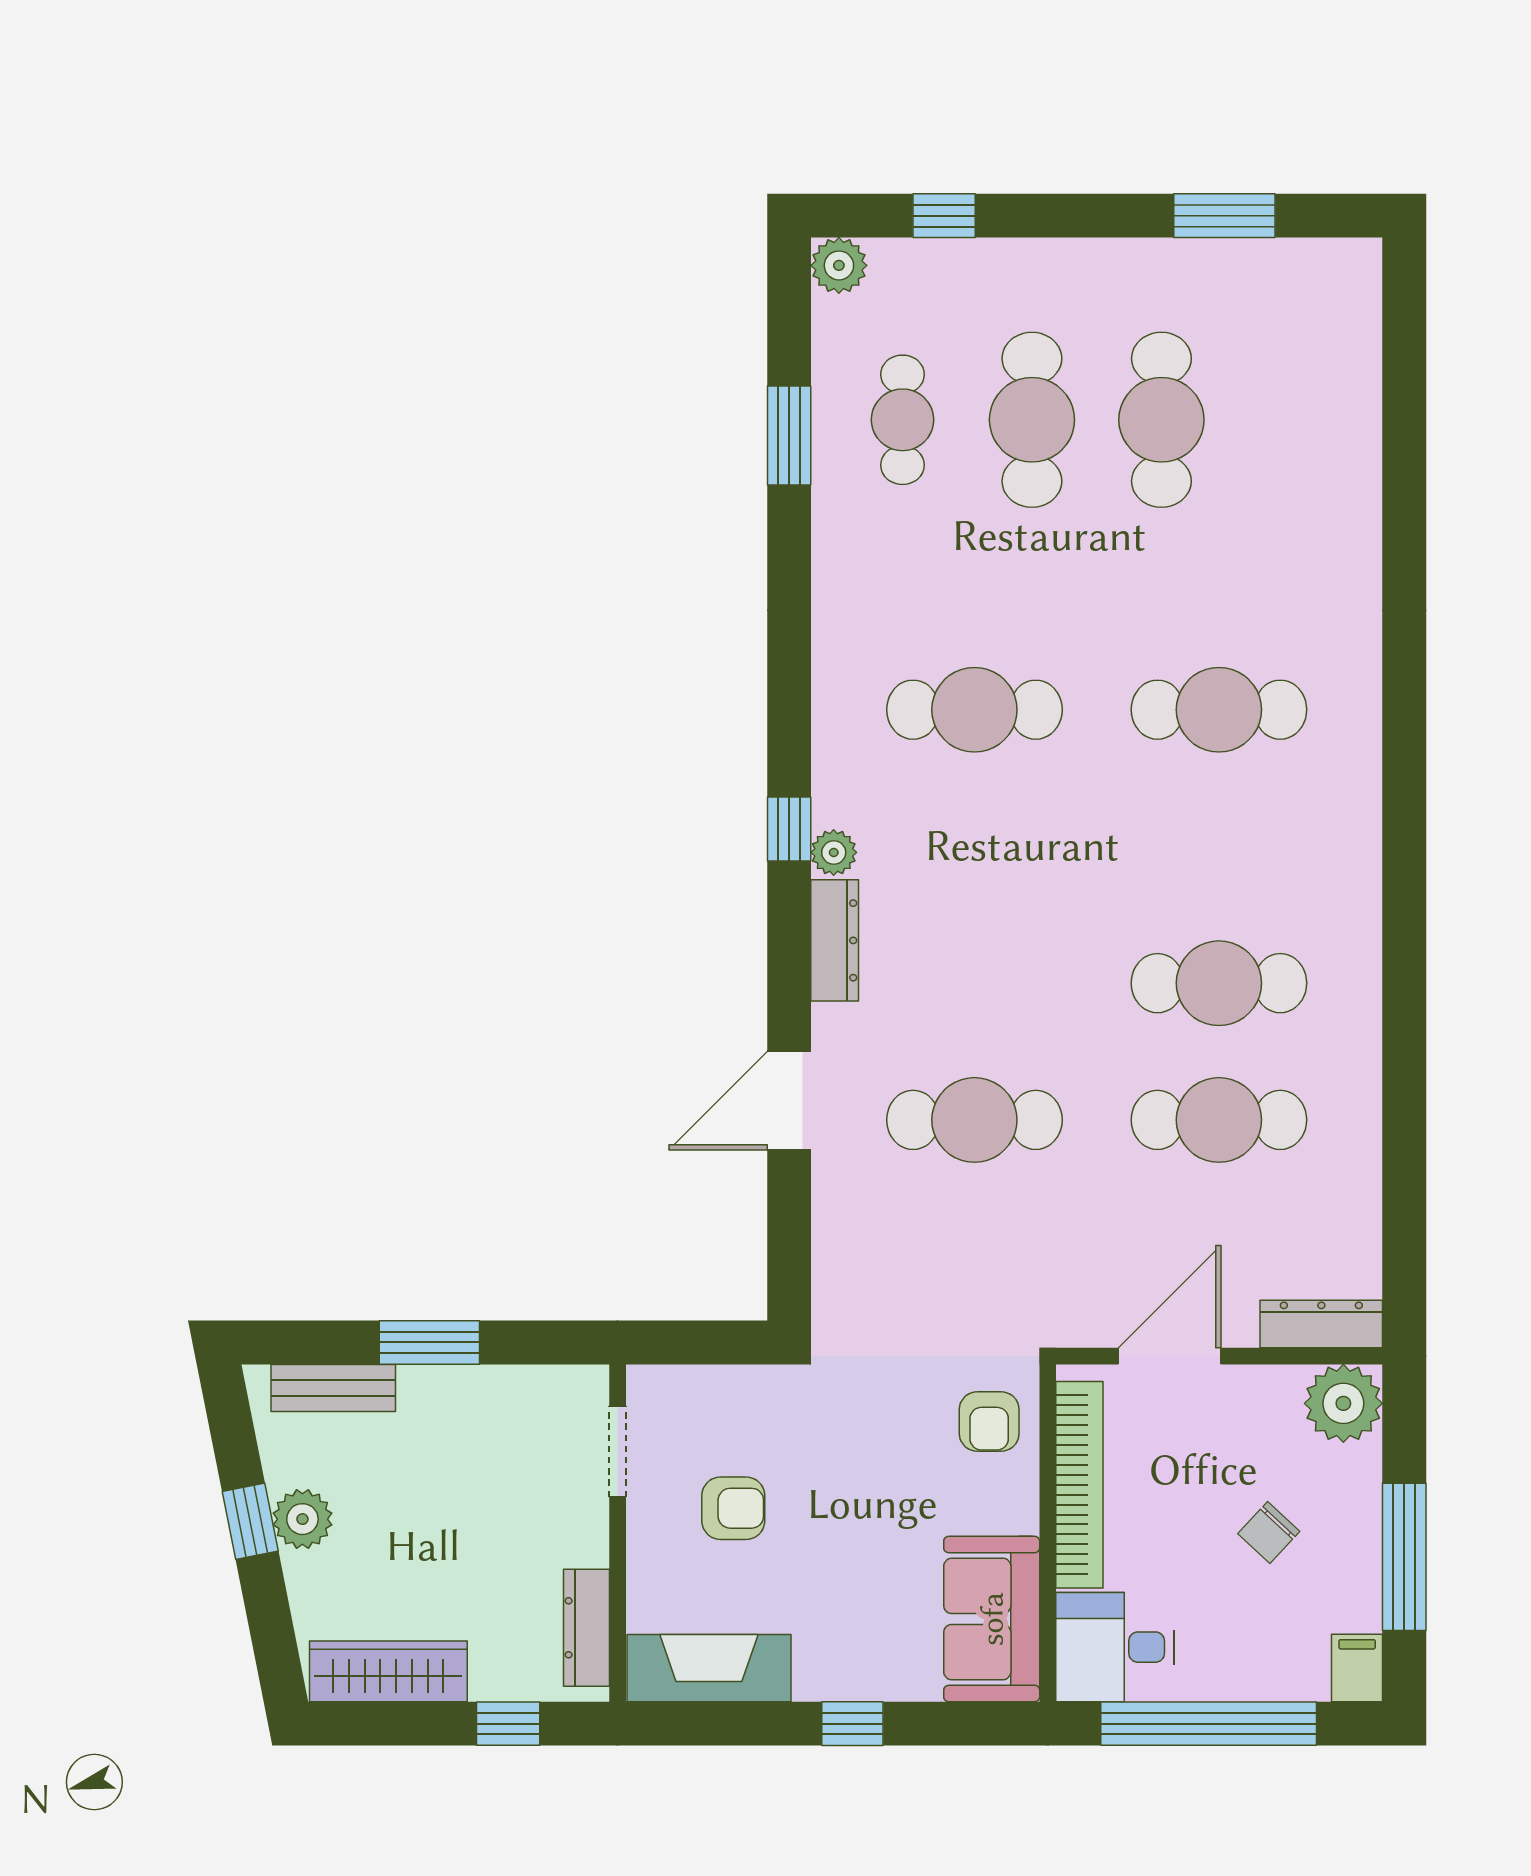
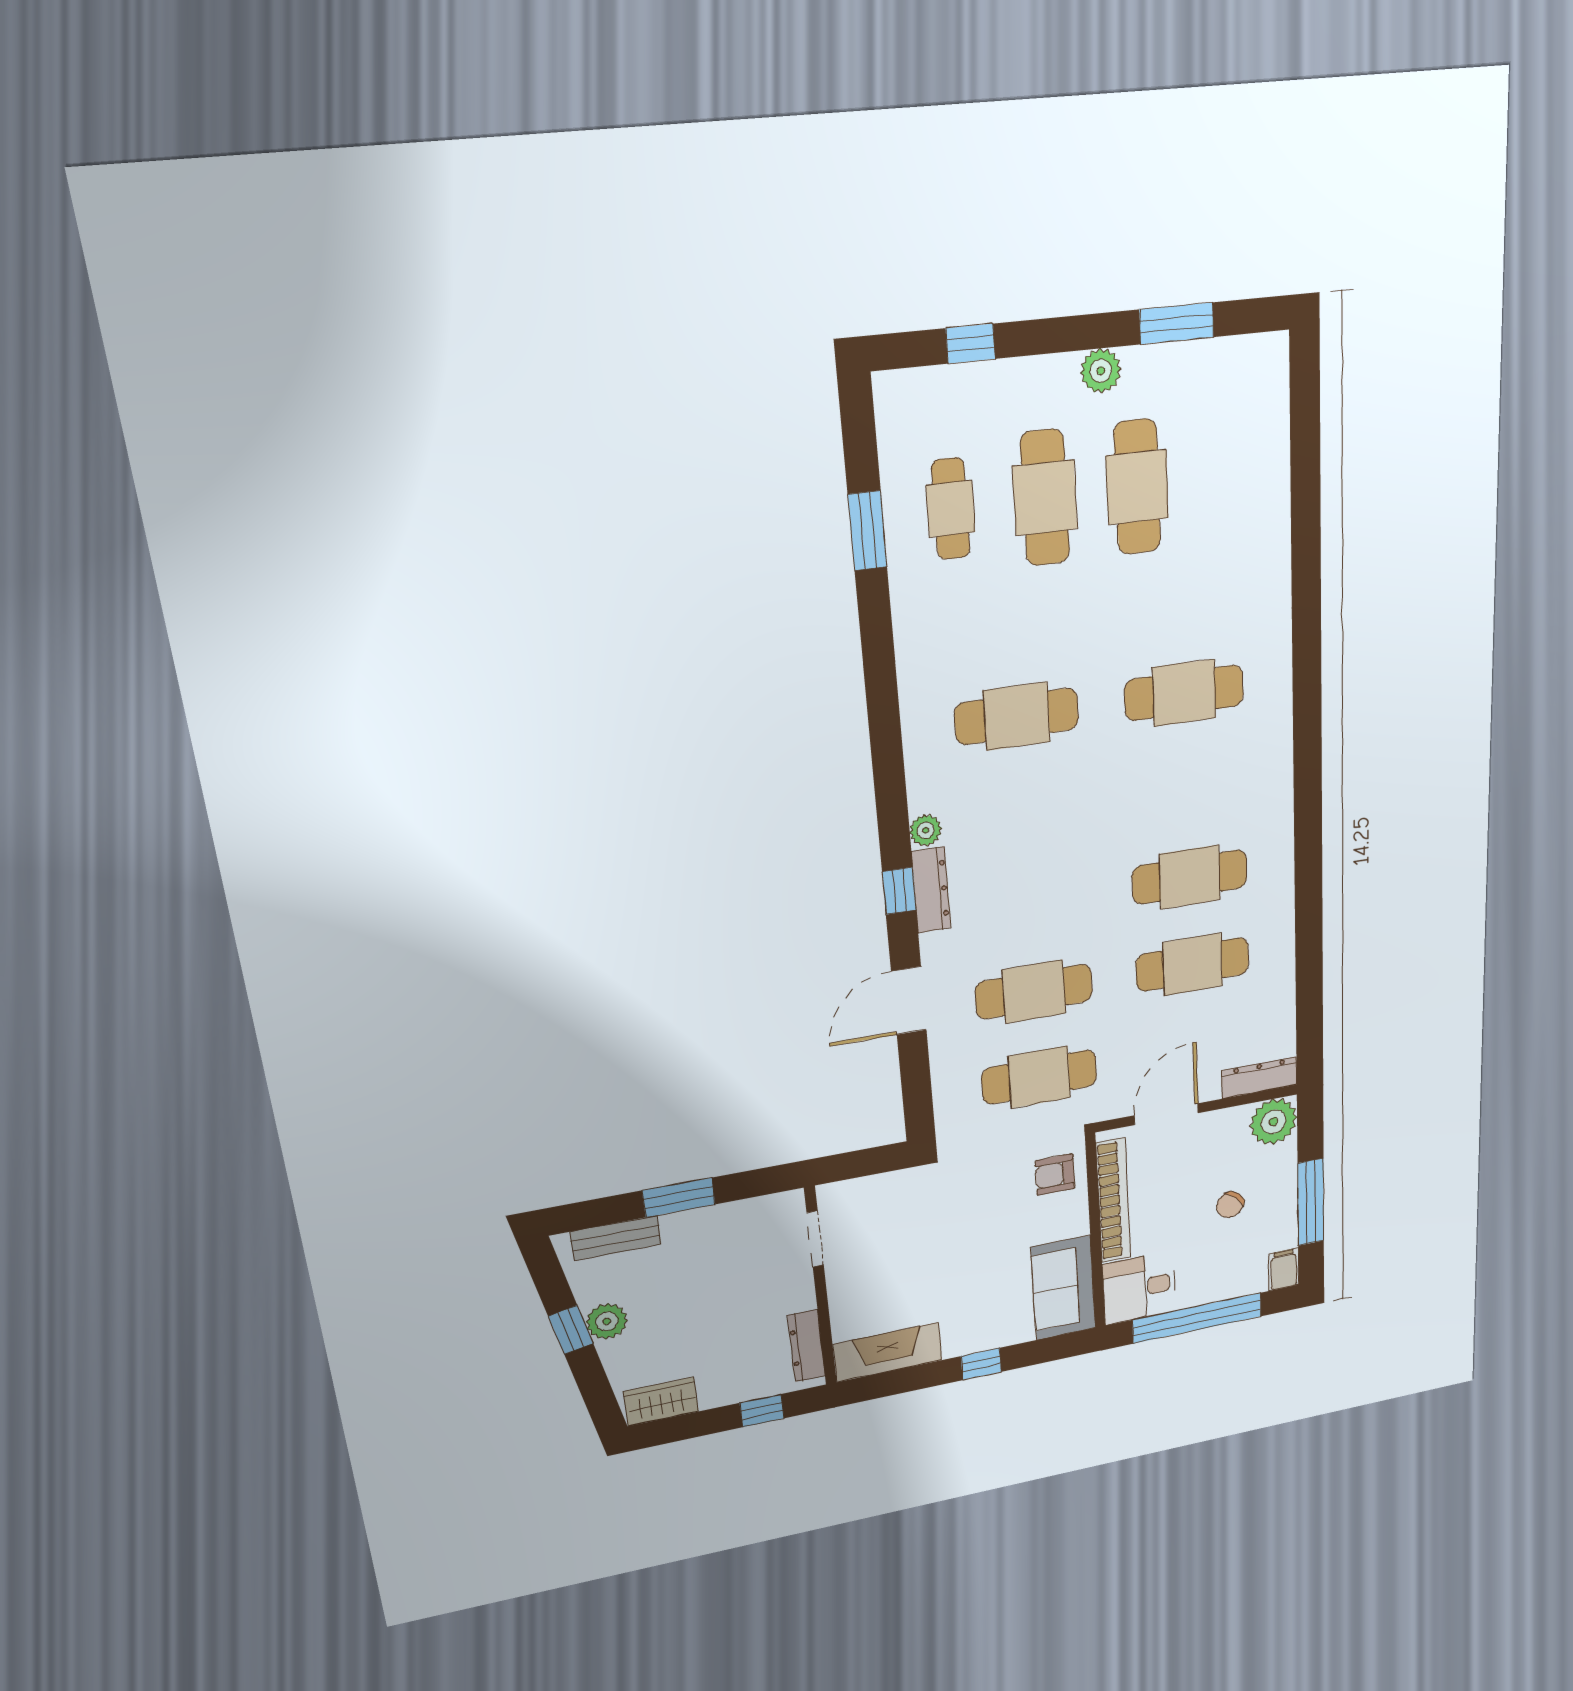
plant: (839, 265) -> (1101, 371), moved
window: (789, 829) -> (899, 891), moved
cafe table: (974, 1257) -> (1039, 1077), added
armchair: (989, 1422) -> (1055, 1174), turned 90
armchair: (733, 1508) -> (895, 1257), removed
wardrobe: (388, 1671) -> (661, 1402), width x0.67

